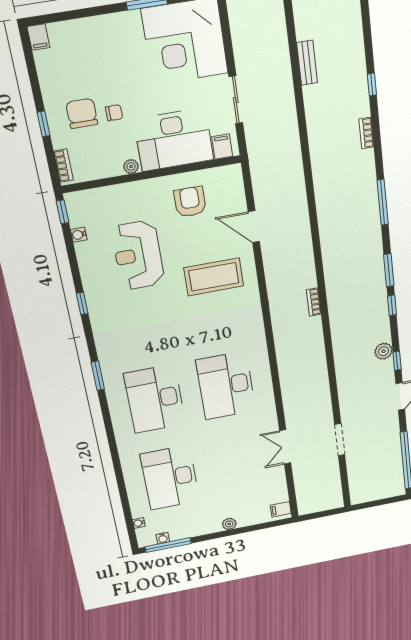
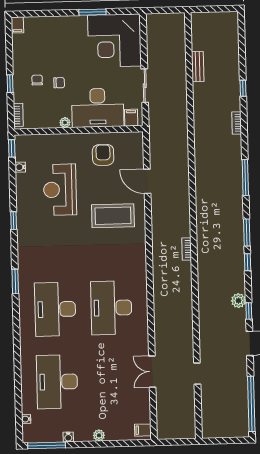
chair: (82, 113) -> (37, 80), width x0.54, depth x0.54
doorway: (340, 440) -> (197, 374), width x0.73
water cooler: (163, 538) -> (68, 437), moved

